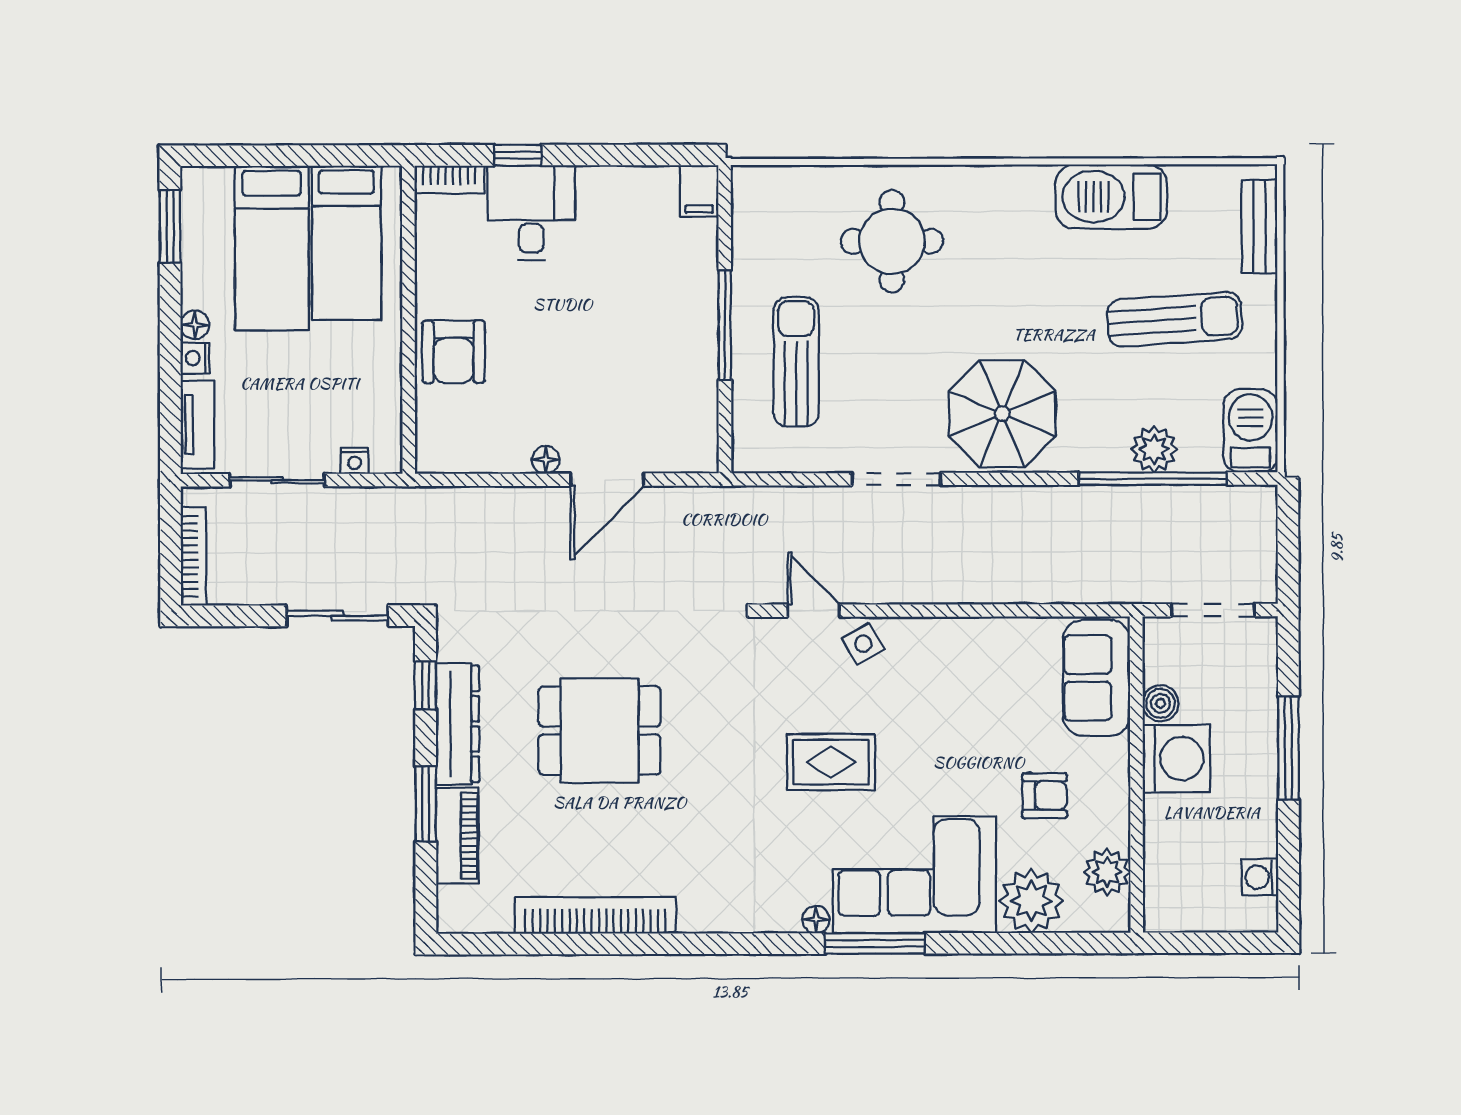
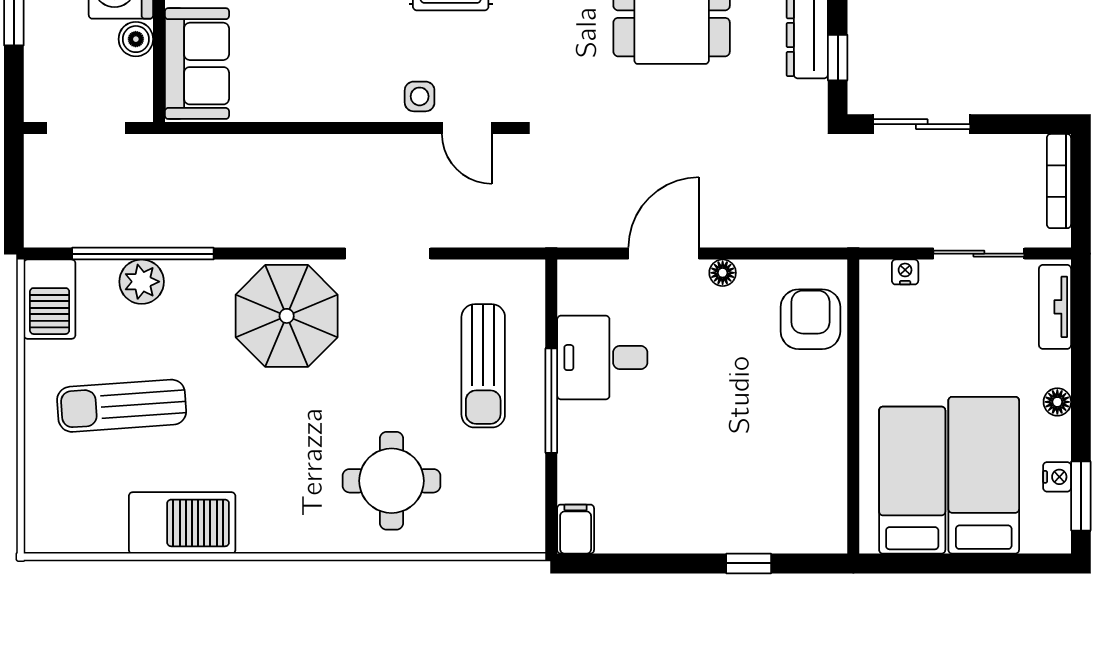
bookcase: (449, 180) -> (814, 540), removed
desk: (531, 213) -> (602, 358), moved, turned 90
bench: (1259, 226) -> (41, 494), removed
armchair: (454, 352) -> (810, 319), moved
nightstand: (195, 358) -> (1057, 477), moved
side table: (863, 644) -> (420, 96), turned 30

